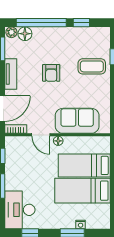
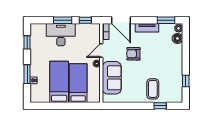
window: (41, 23) -> (186, 51), removed
armchair: (51, 73) -> (133, 54), moved
desk: (20, 210) -> (61, 35), moved

